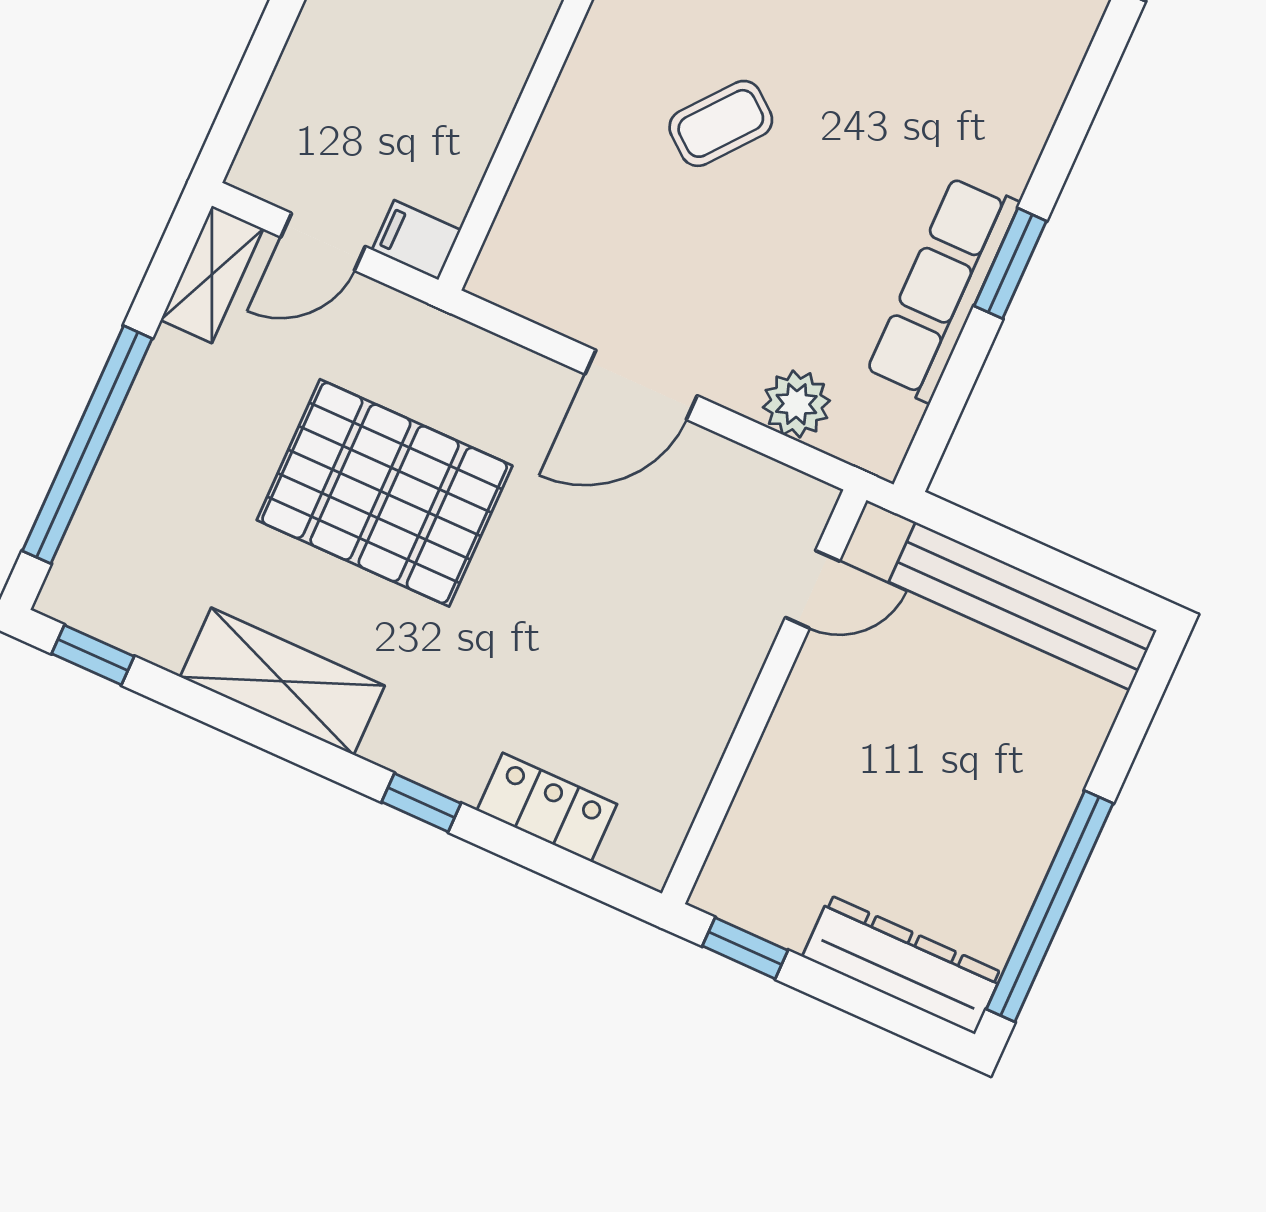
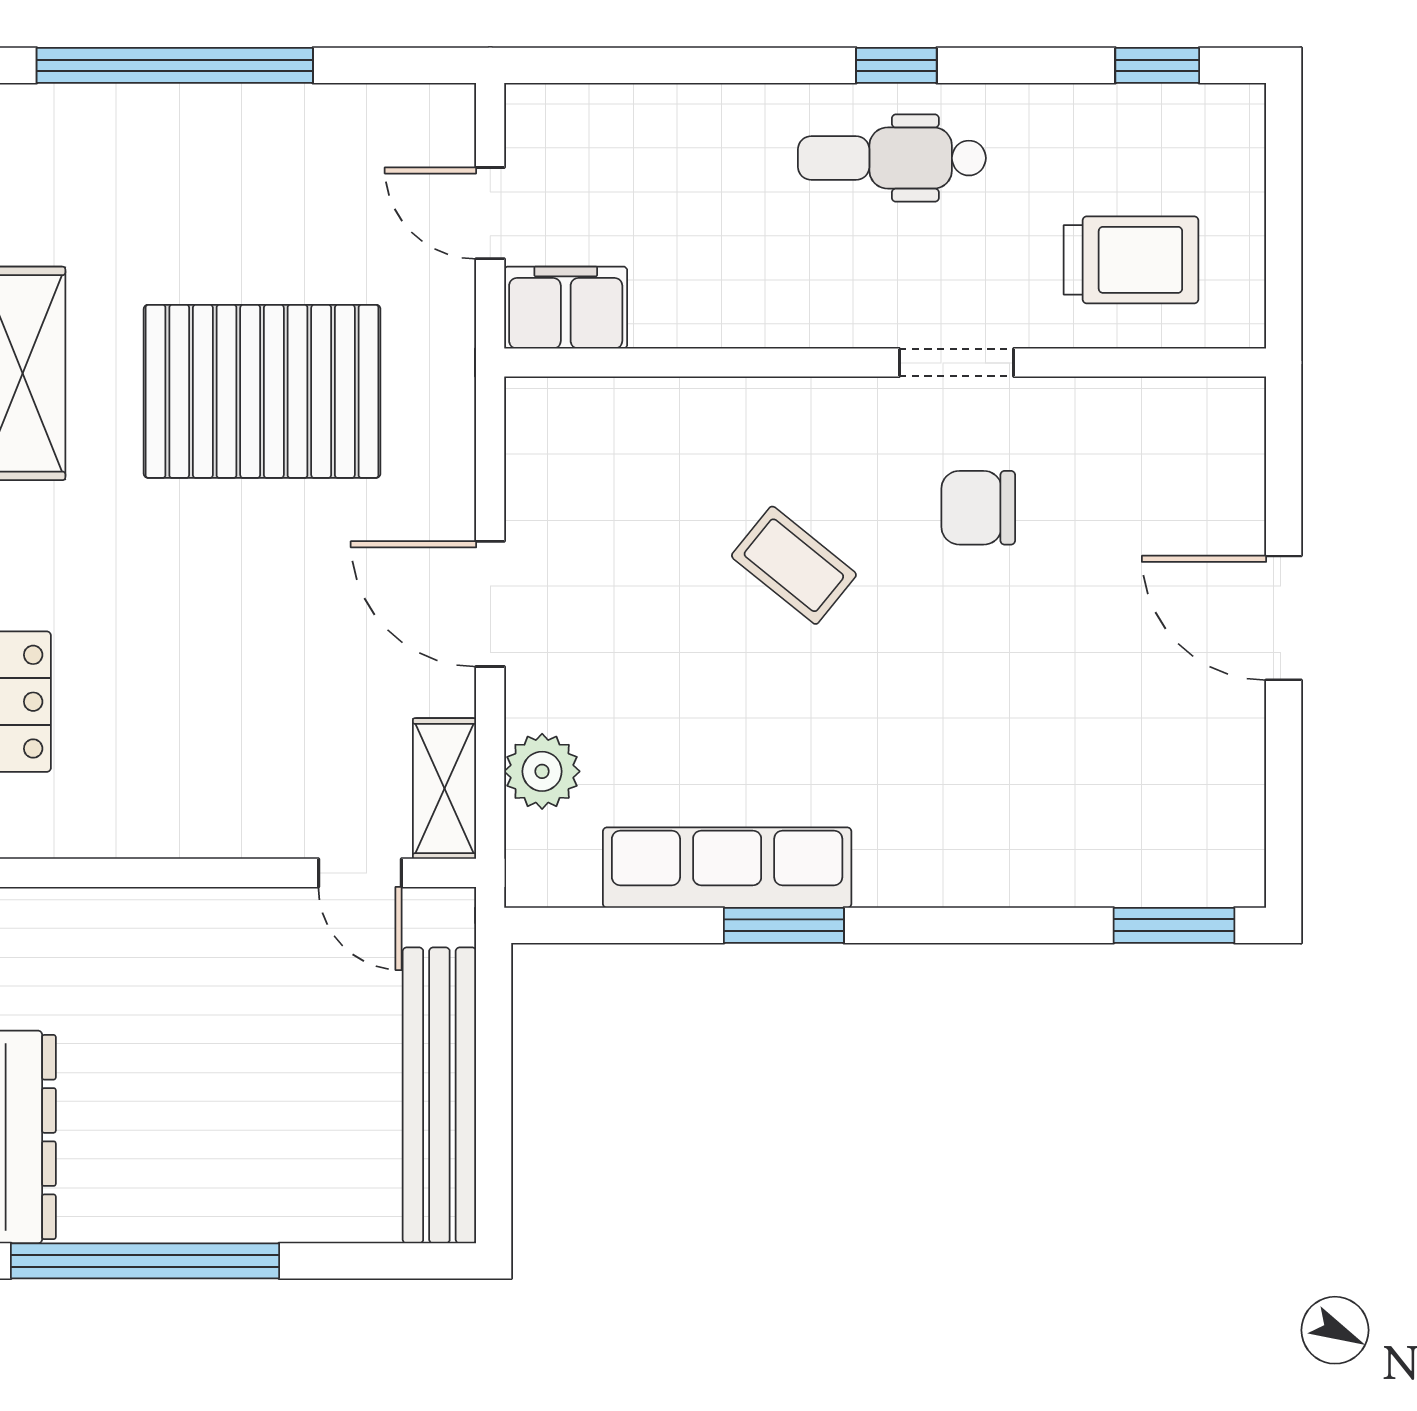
filing cabinet: (416, 240) -> (566, 308), width x2.00
shelving: (212, 274) -> (445, 789), moved, turned 90
pallet: (385, 493) -> (262, 391), turned 90

